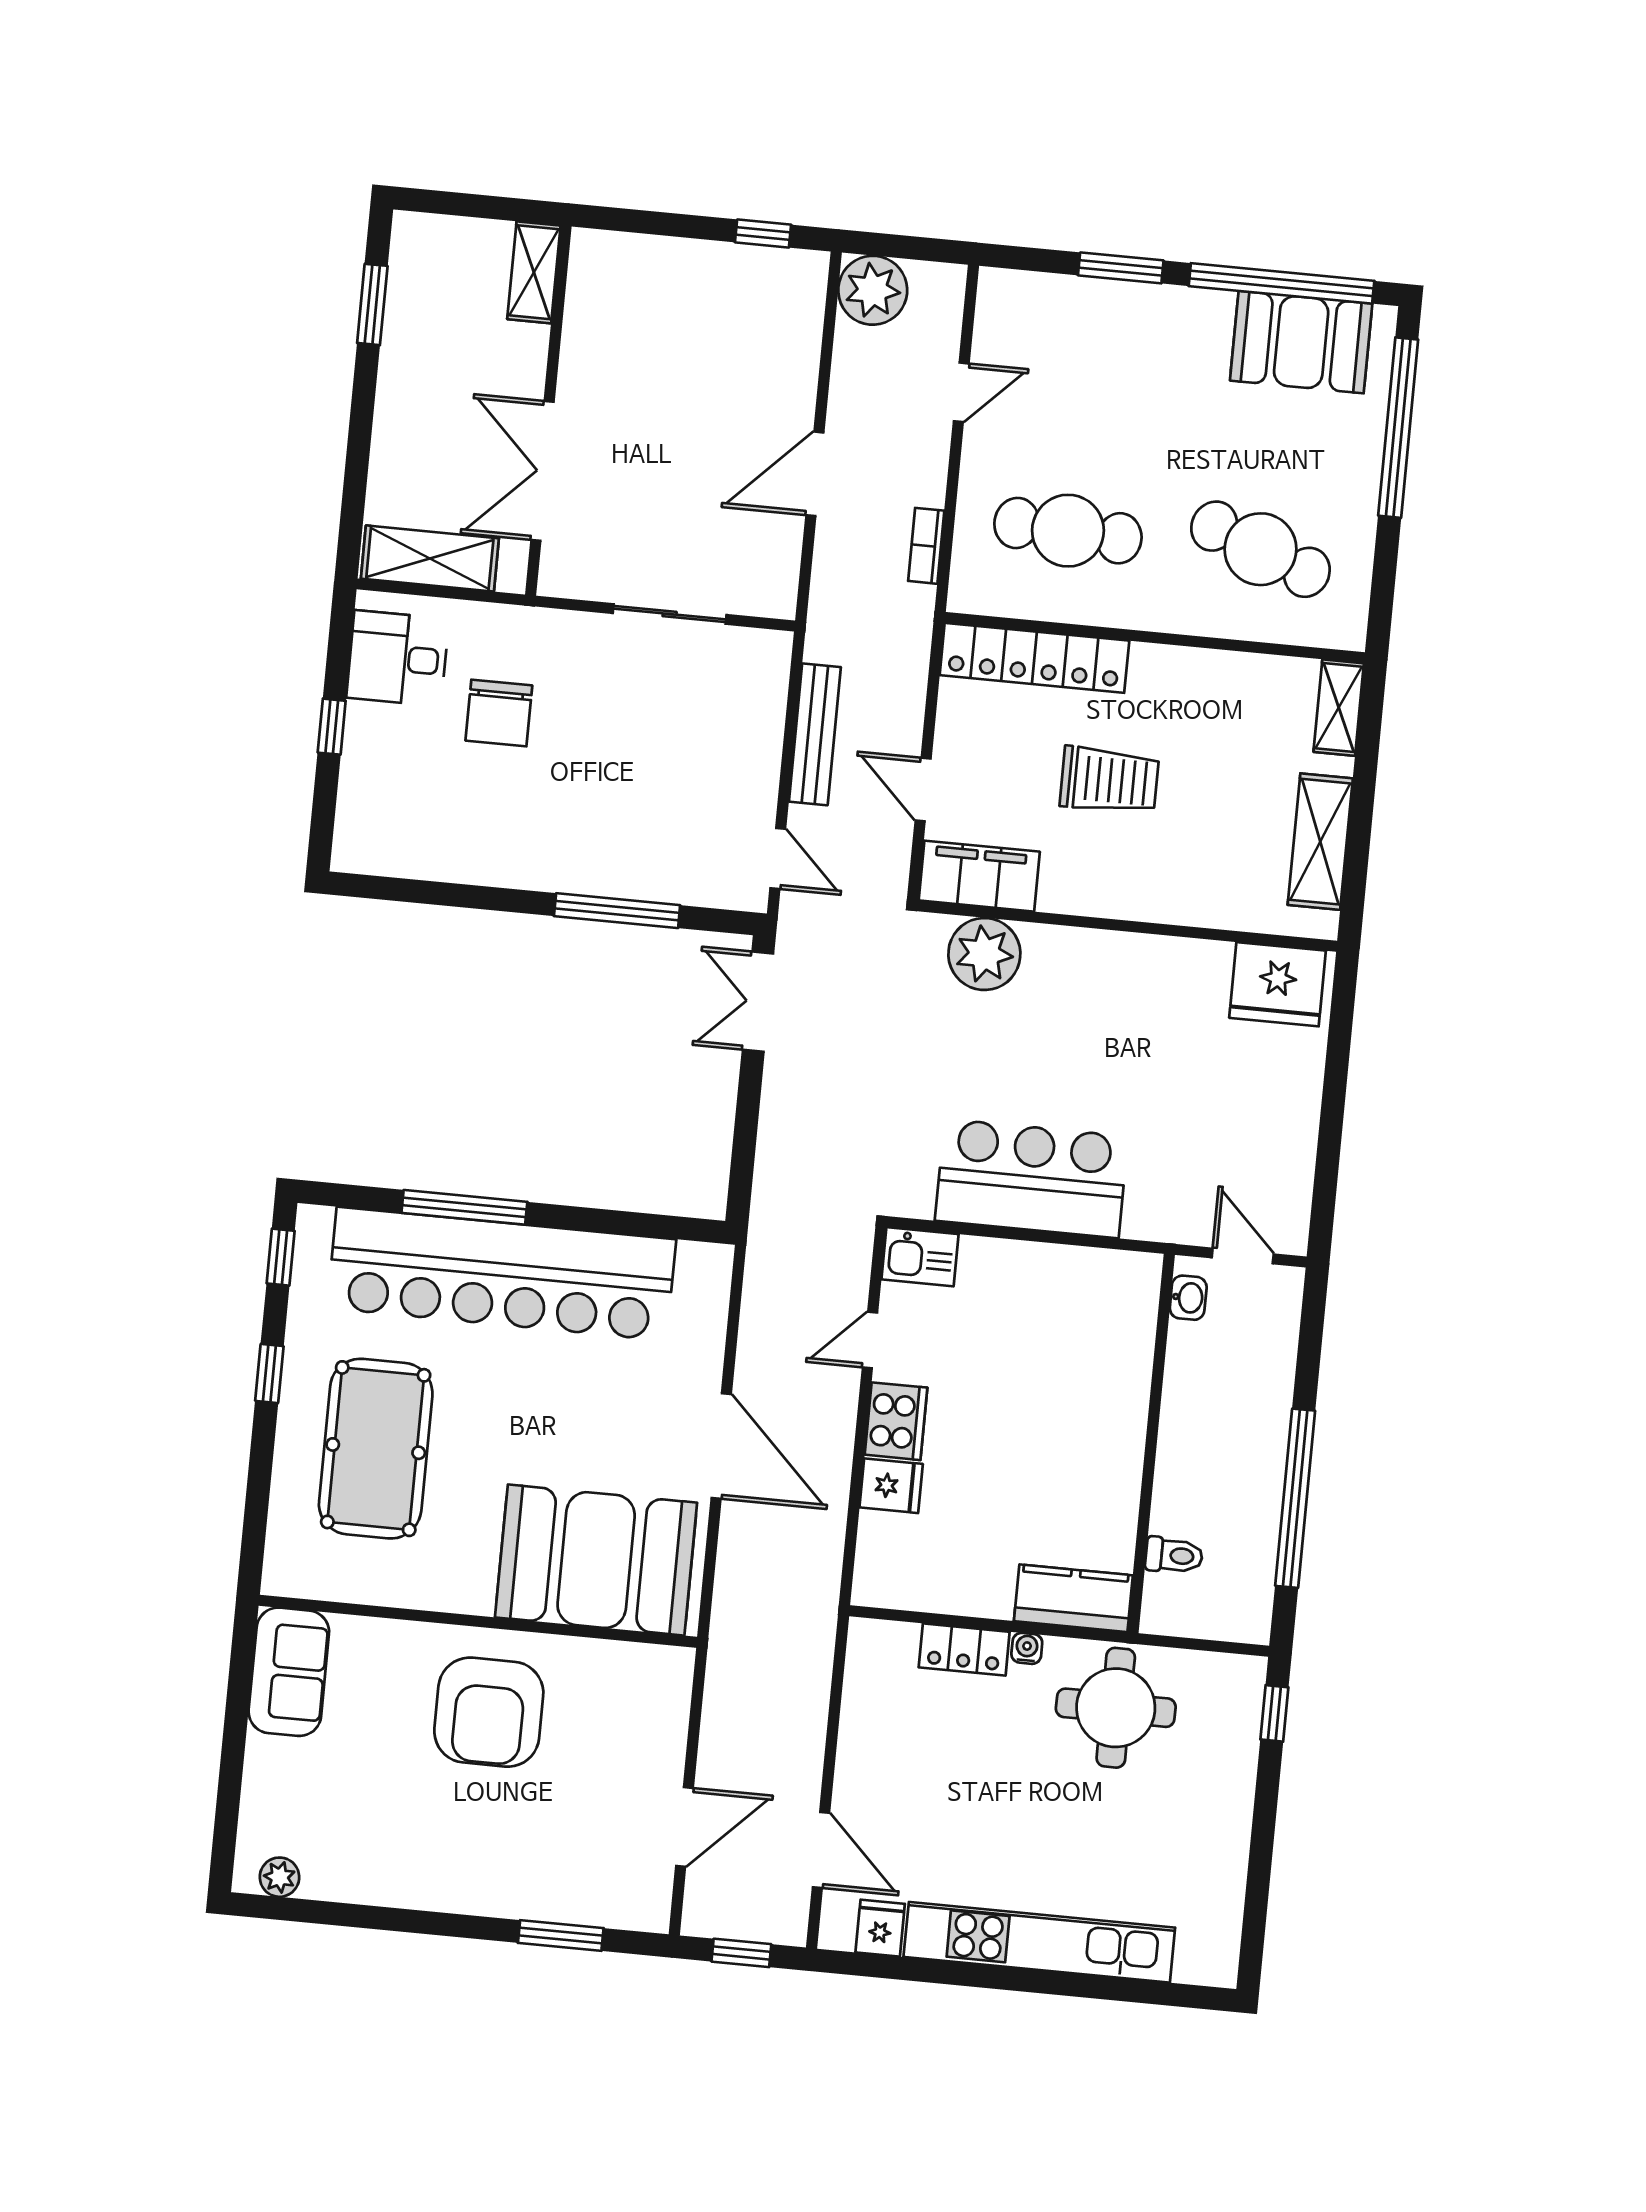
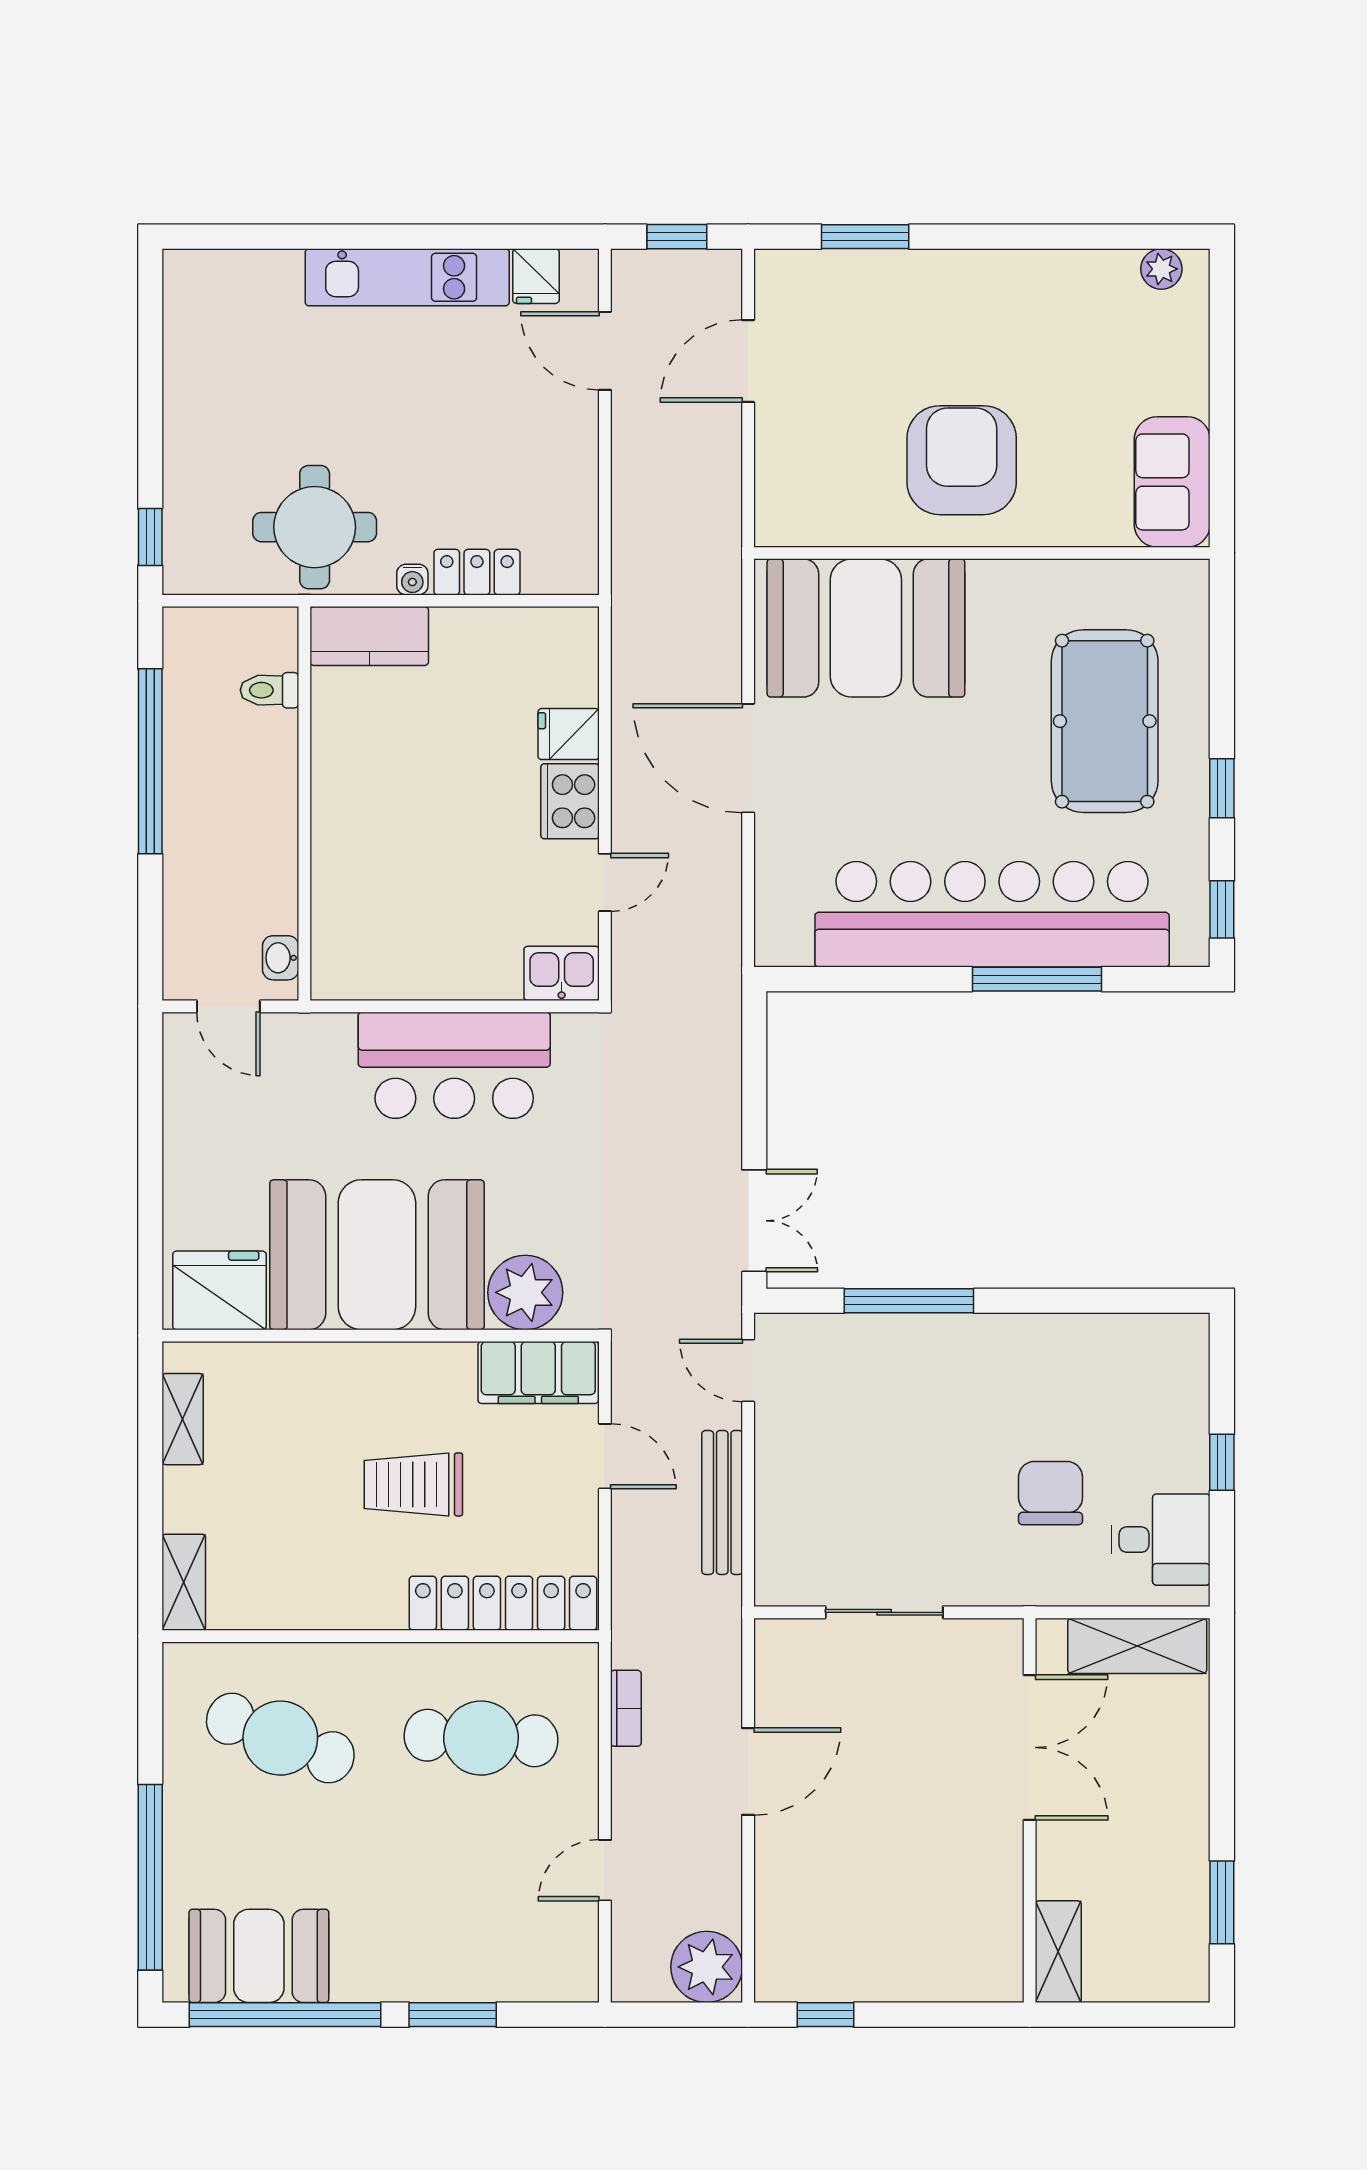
shelving: (1320, 842) -> (183, 1419), width x0.67, depth x0.75
booth: (1123, 1004) -> (377, 1255), added
kitchen unit: (1039, 1942) -> (407, 277), width x0.73

